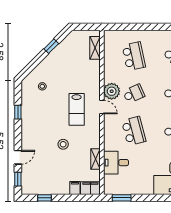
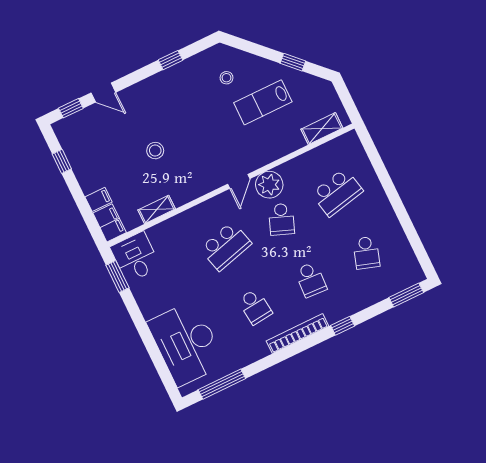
school desk: (134, 94) -> (281, 219), turned 45
lab bench: (77, 109) -> (263, 102), moved
desk: (116, 163) -> (135, 257), moved

